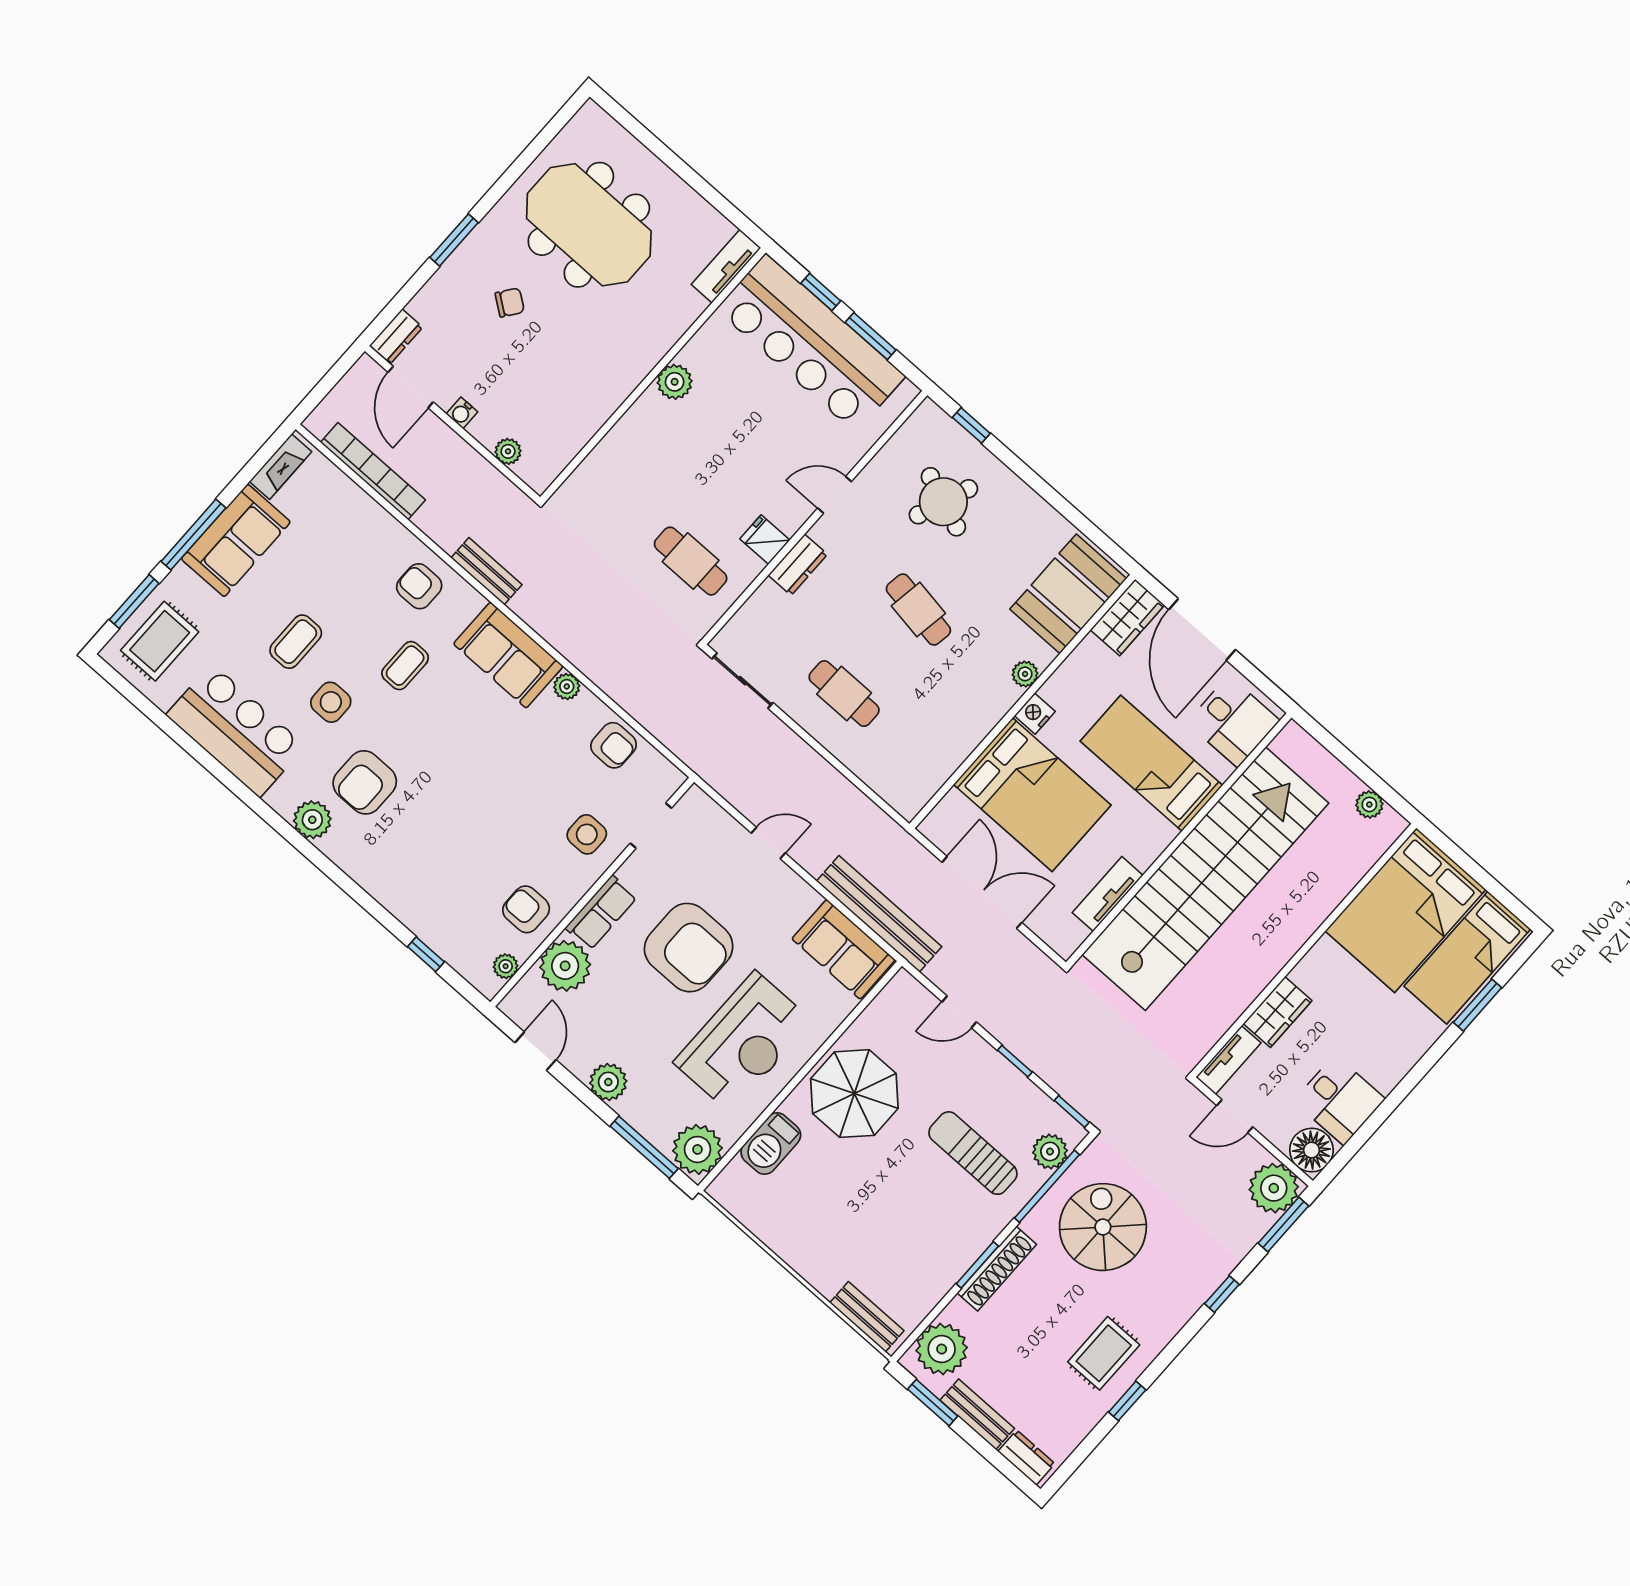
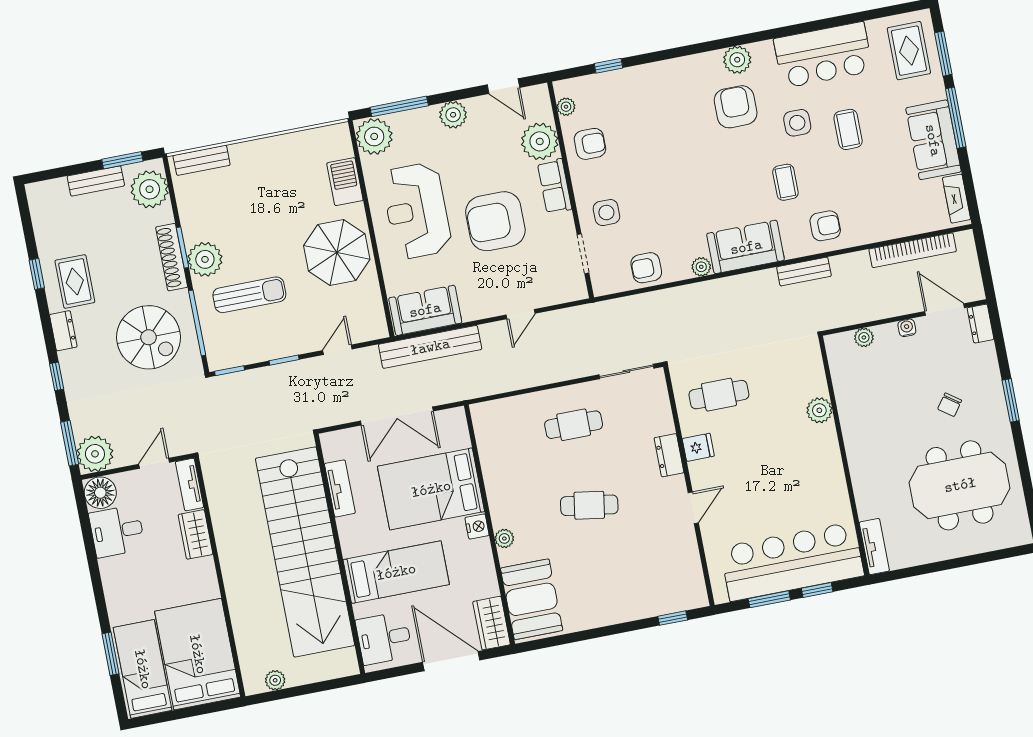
plant: (675, 382) -> (819, 410), moved
round table: (943, 502) -> (641, 568), removed
plant: (1050, 1152) -> (205, 259), moved, width x1.36, depth x1.36
dresser: (1026, 1458) -> (63, 331), moved, turned -90

